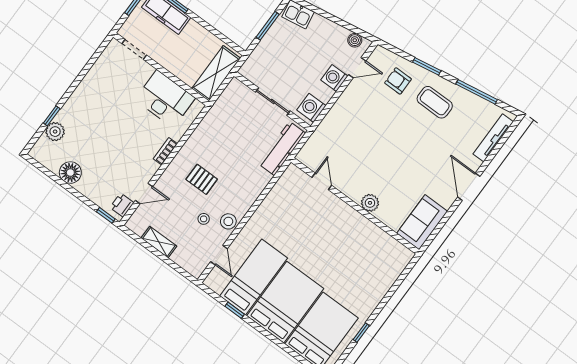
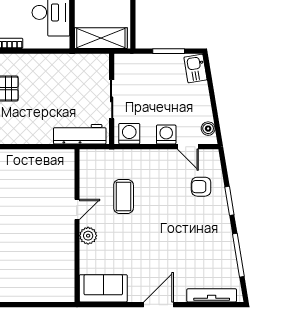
armchair: (398, 81) -> (201, 187), turned -90
coffee table: (435, 102) -> (124, 197), moved
door: (322, 181) -> (77, 209), moved

